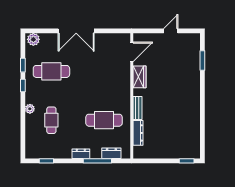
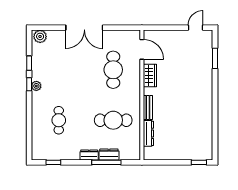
door: (171, 31) -> (195, 28), moved
door: (132, 52) -> (142, 49), hinge flipped
cafe table: (51, 71) -> (113, 70), moved, turned 90
plant: (30, 109) -> (36, 86), moved
dresser: (111, 153) -> (109, 154), moved

